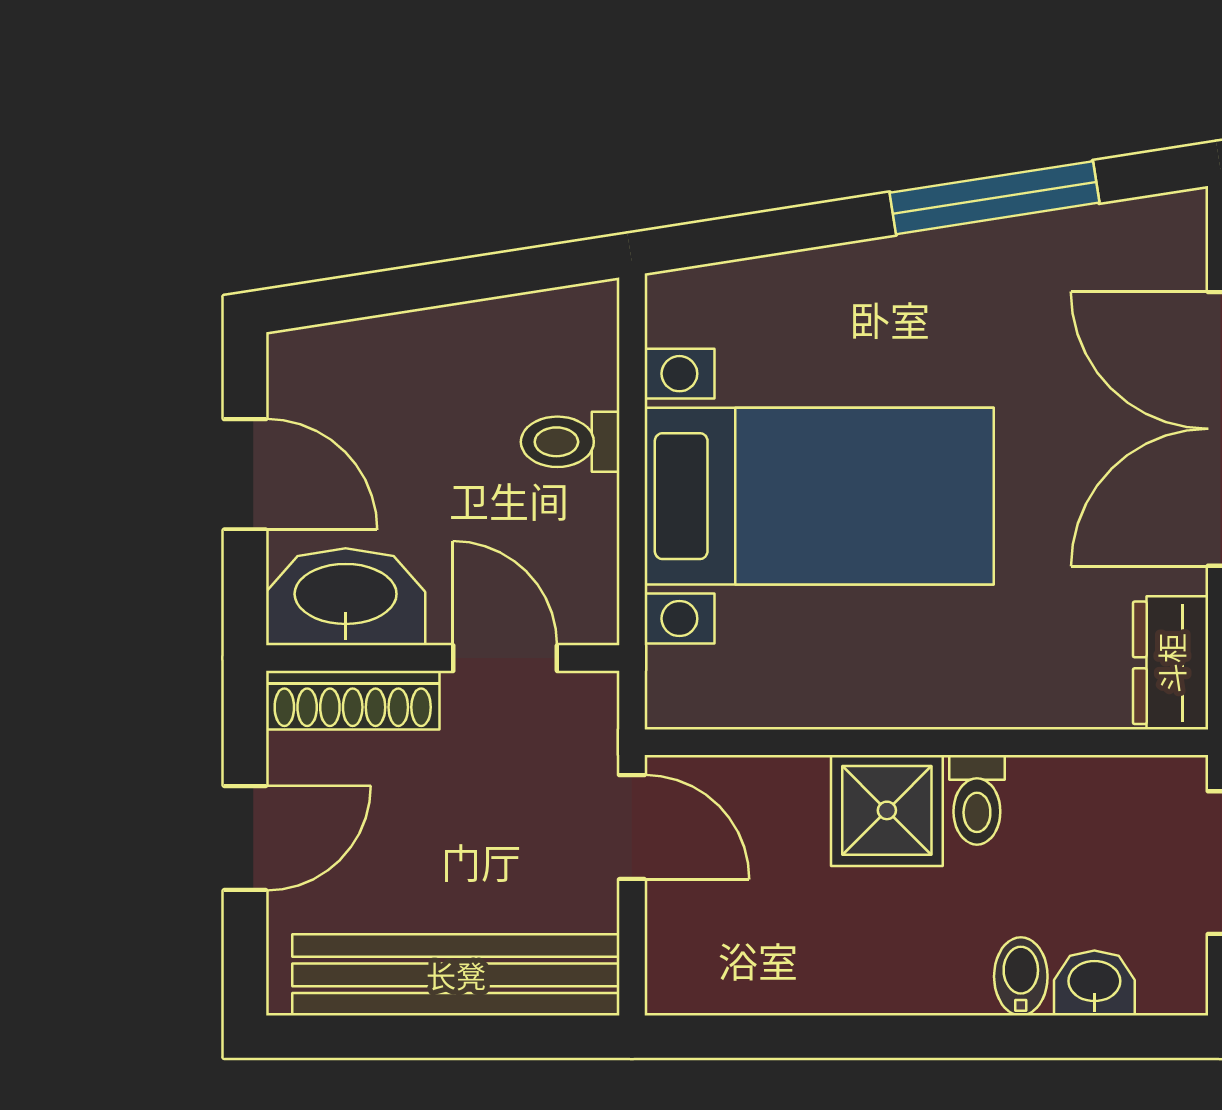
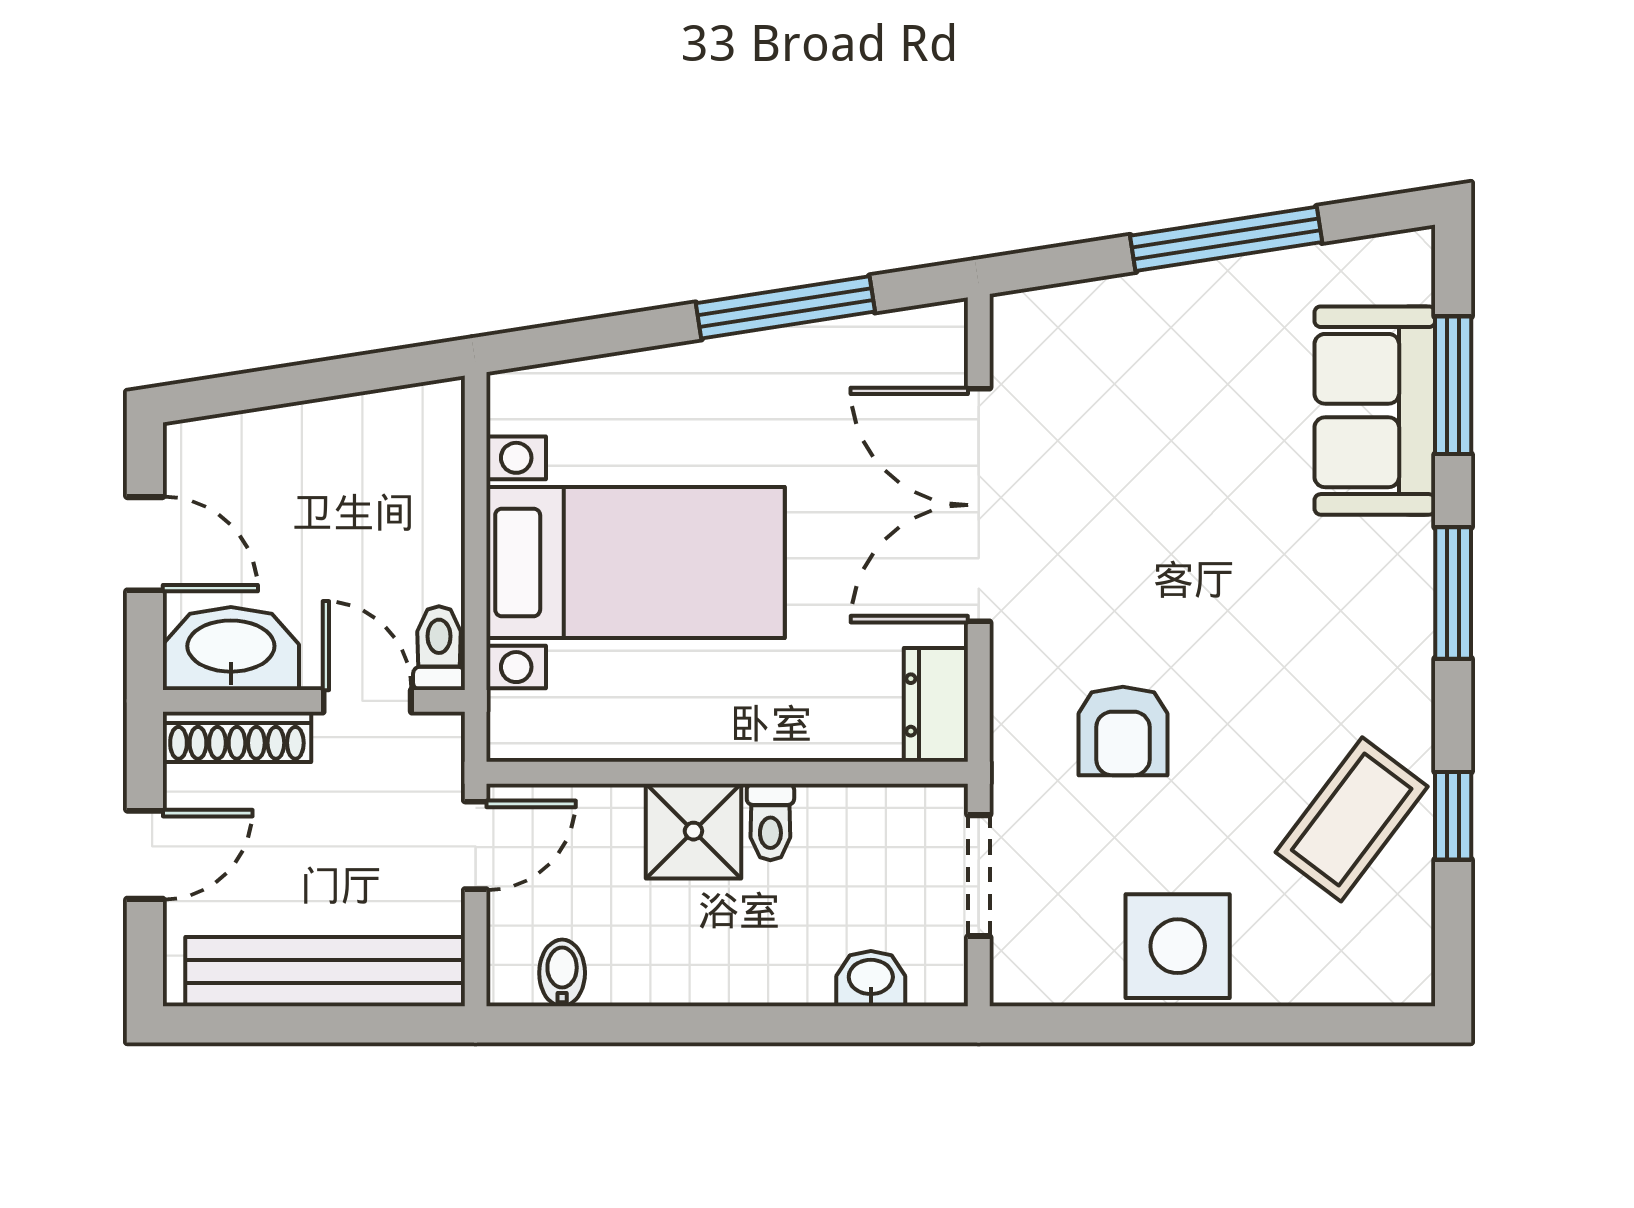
toilet: (570, 442) -> (439, 648), moved, turned 90
door: (632, 827) -> (476, 845), hinge flipped
bidet: (1021, 976) -> (562, 973), moved

